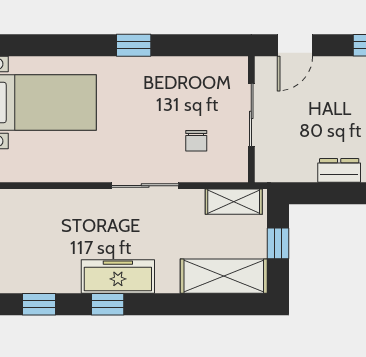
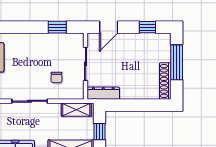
window: (134, 45) -> (57, 27), moved
dresser: (339, 170) -> (103, 93), moved, width x1.44

